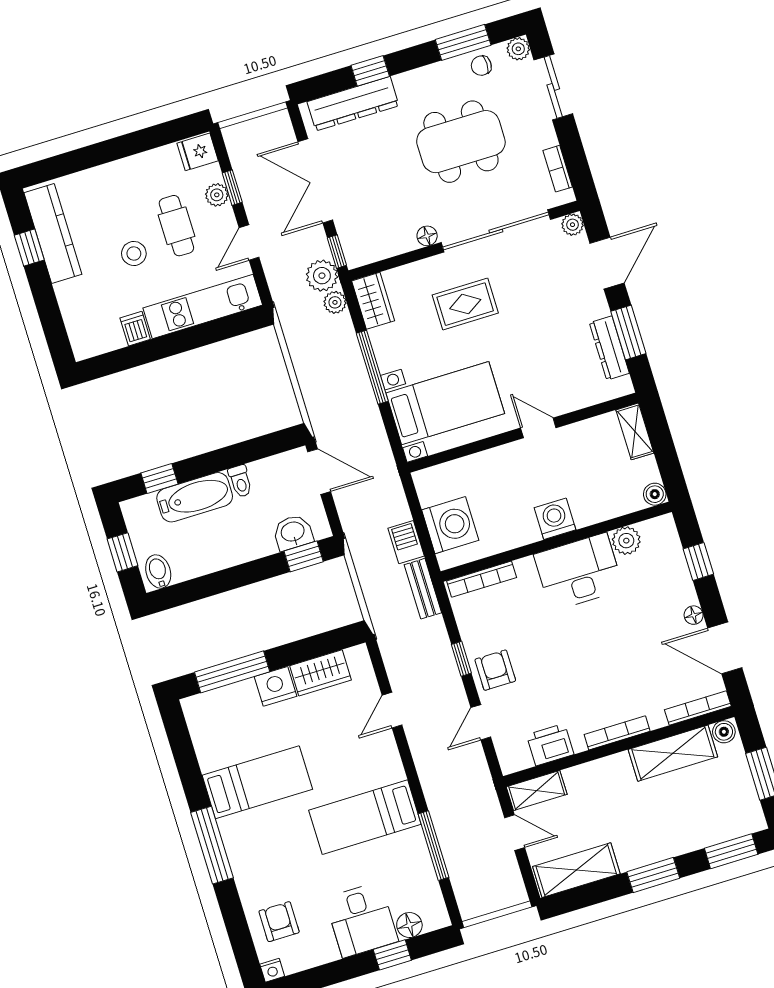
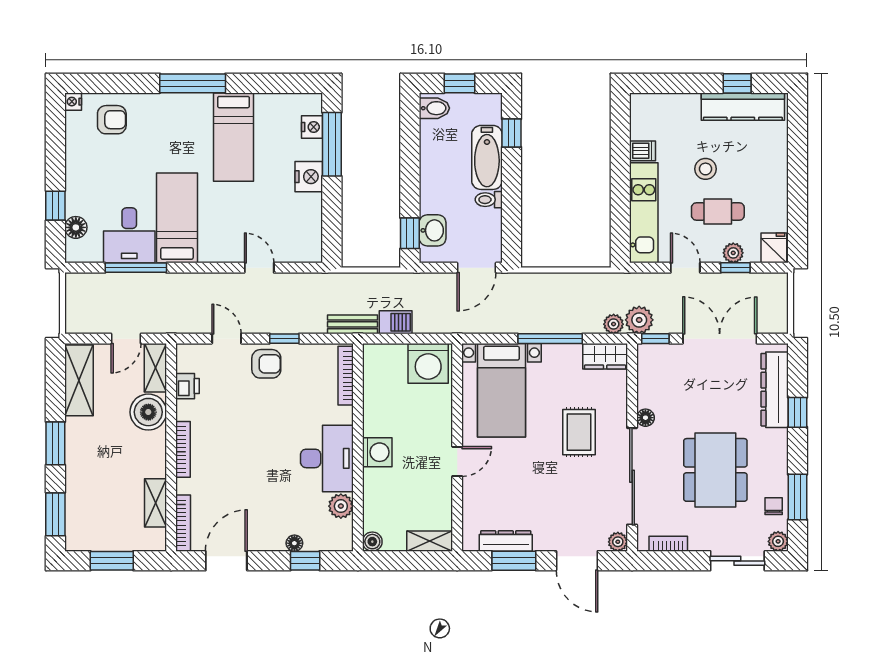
washing machine: (450, 525) -> (428, 363), moved
floor lamp: (694, 615) -> (294, 543), moved
wardrobe: (321, 673) -> (309, 218), removed
nightstand: (220, 699) -> (312, 127), added
boiler: (724, 732) -> (148, 412), moved, width x1.86, depth x1.86
printer: (550, 745) -> (187, 386), width x0.73, depth x0.81
shelving: (673, 753) -> (156, 503), width x0.67, depth x0.75
desk: (362, 920) -> (129, 235), moved, turned -90

